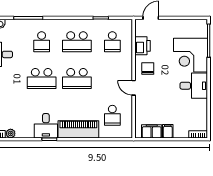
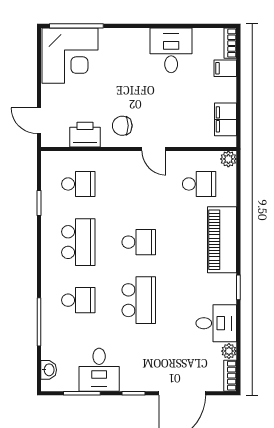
corner desk: (190, 55) -> (70, 56), moved
school desk: (77, 79) -> (139, 242), width x0.54
desk: (194, 86) -> (171, 50), moved
door: (134, 88) -> (154, 149), hinge flipped
desk: (46, 126) -> (216, 323), moved
filing cabinet: (168, 131) -> (225, 68), moved
plant: (128, 133) -> (228, 159), added

